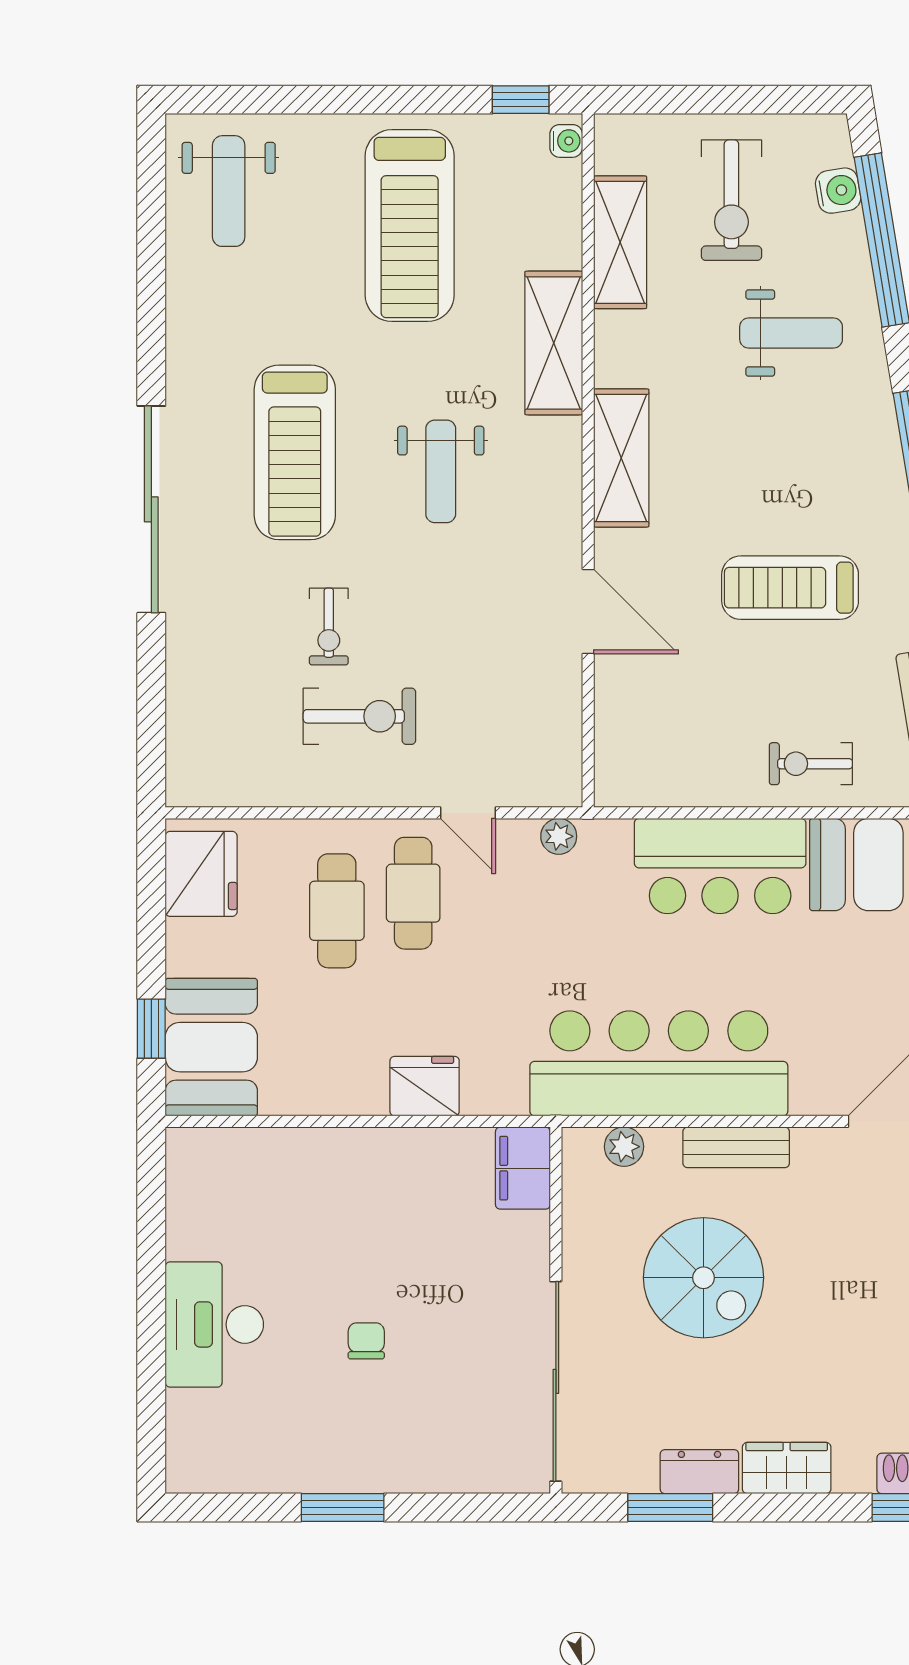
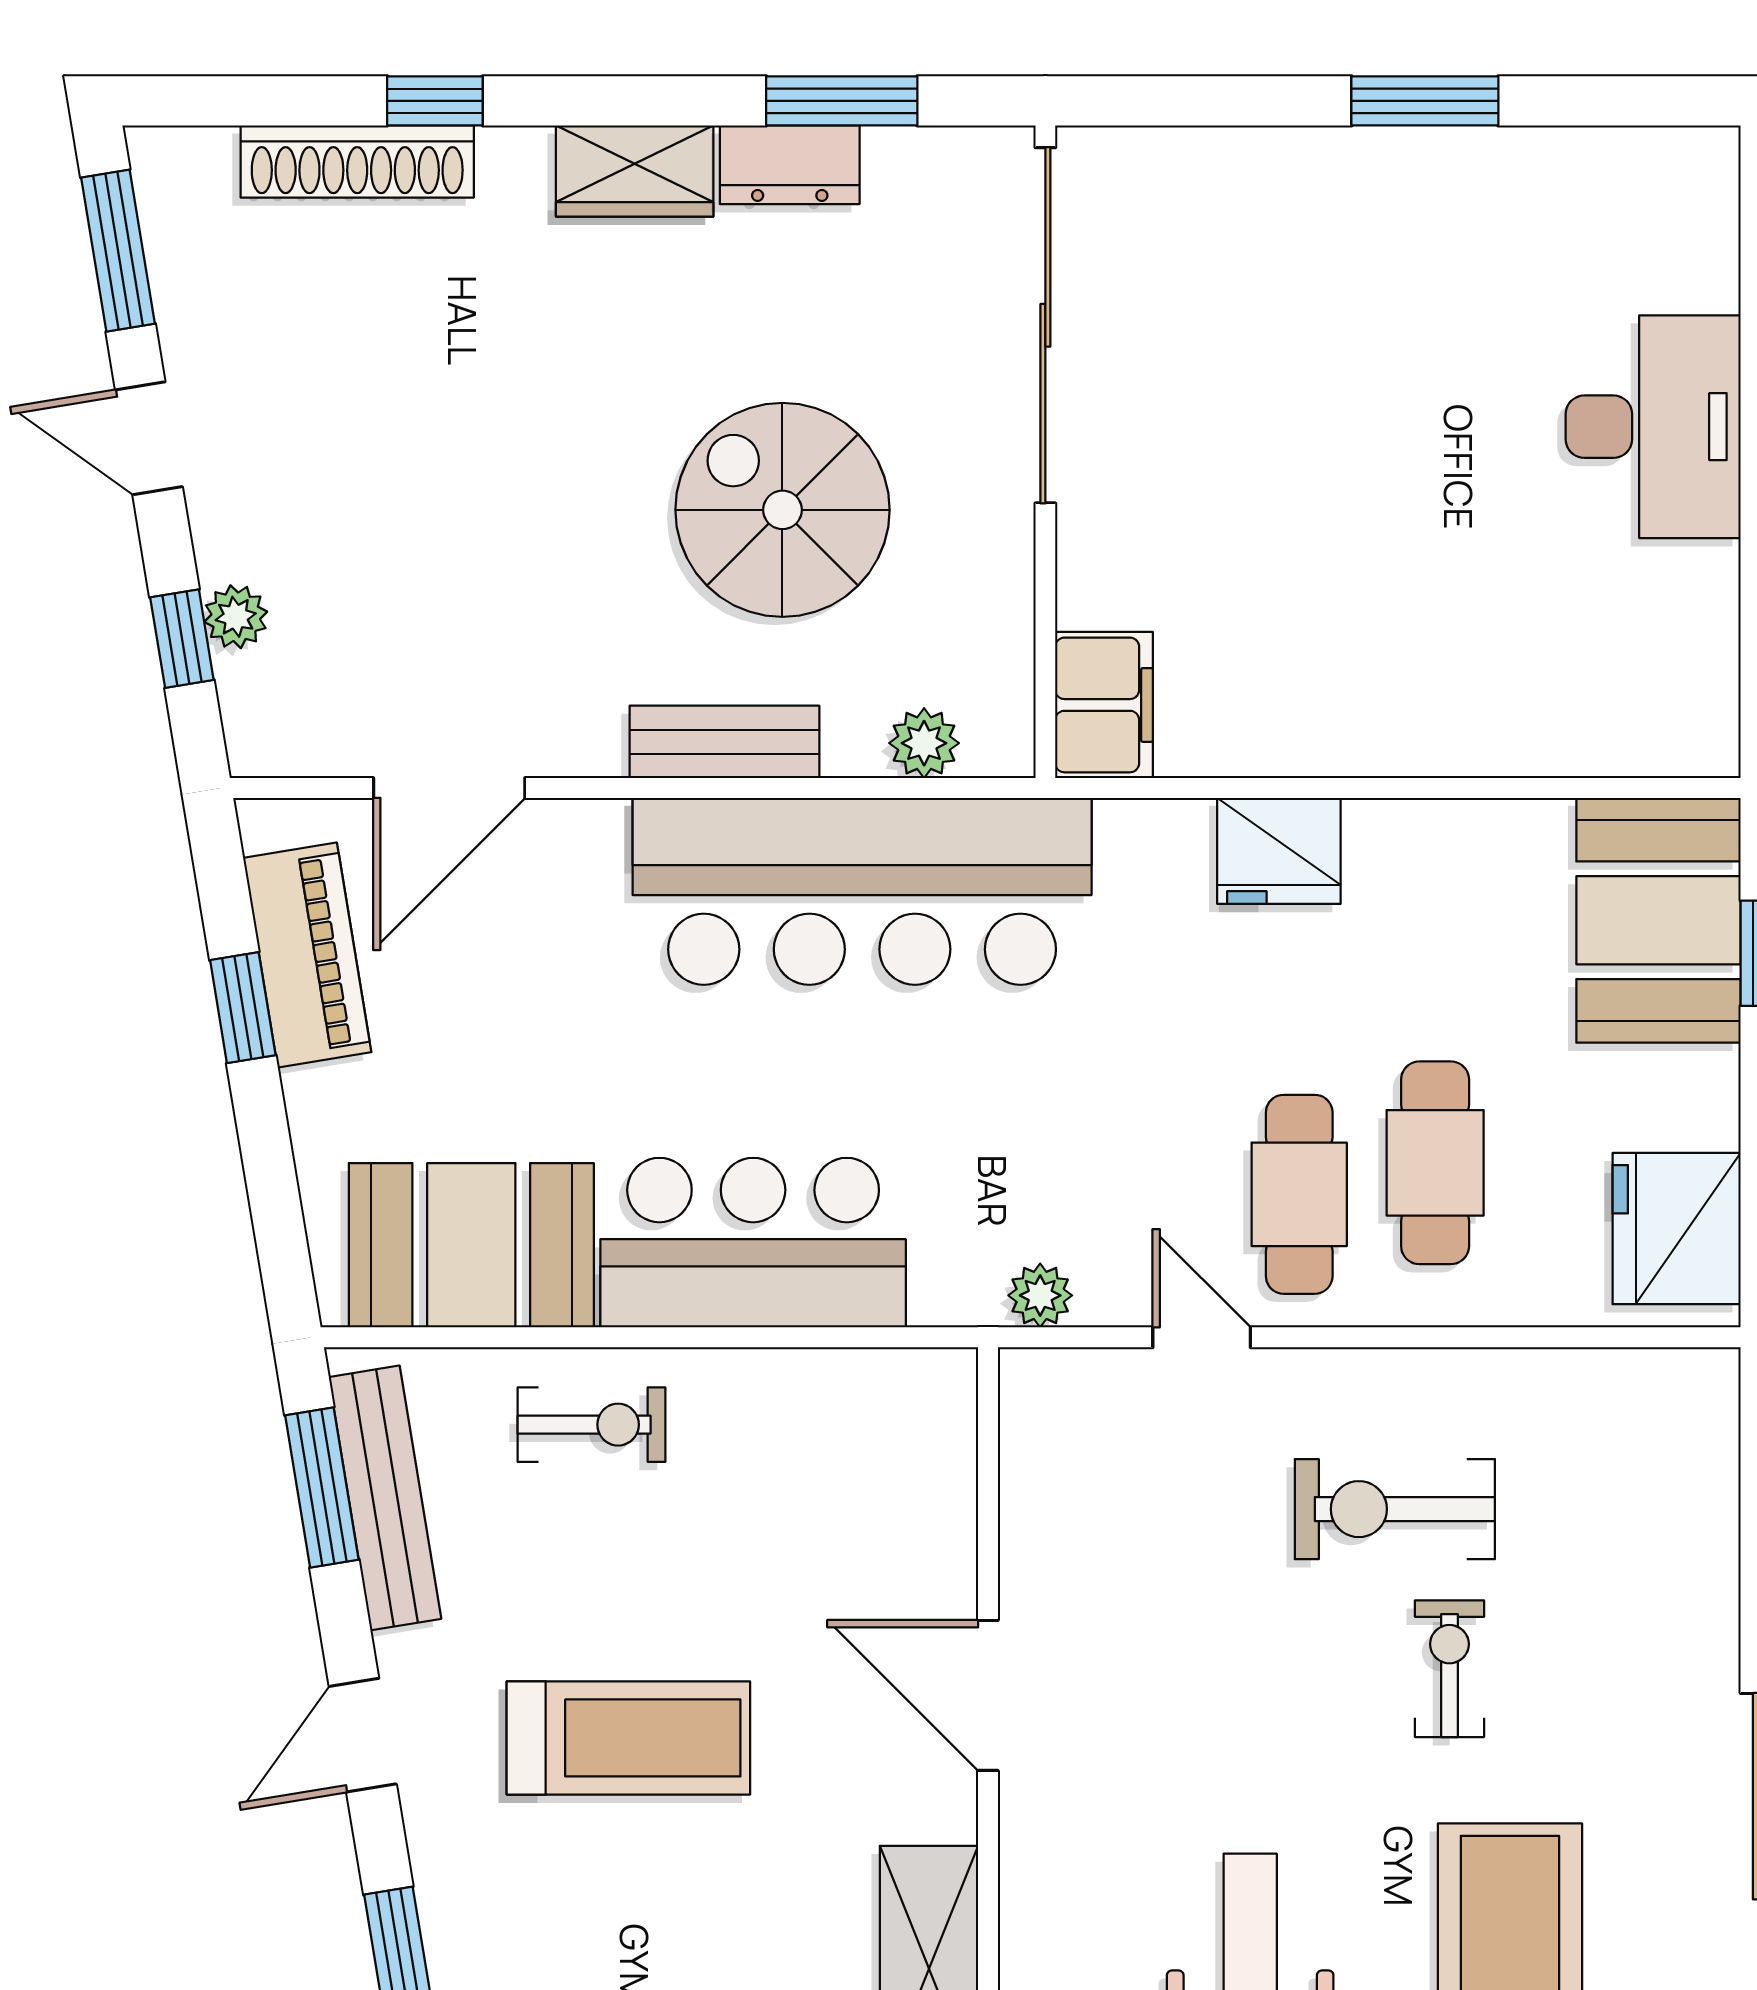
chair: (366, 1341) -> (1383, 398), removed

